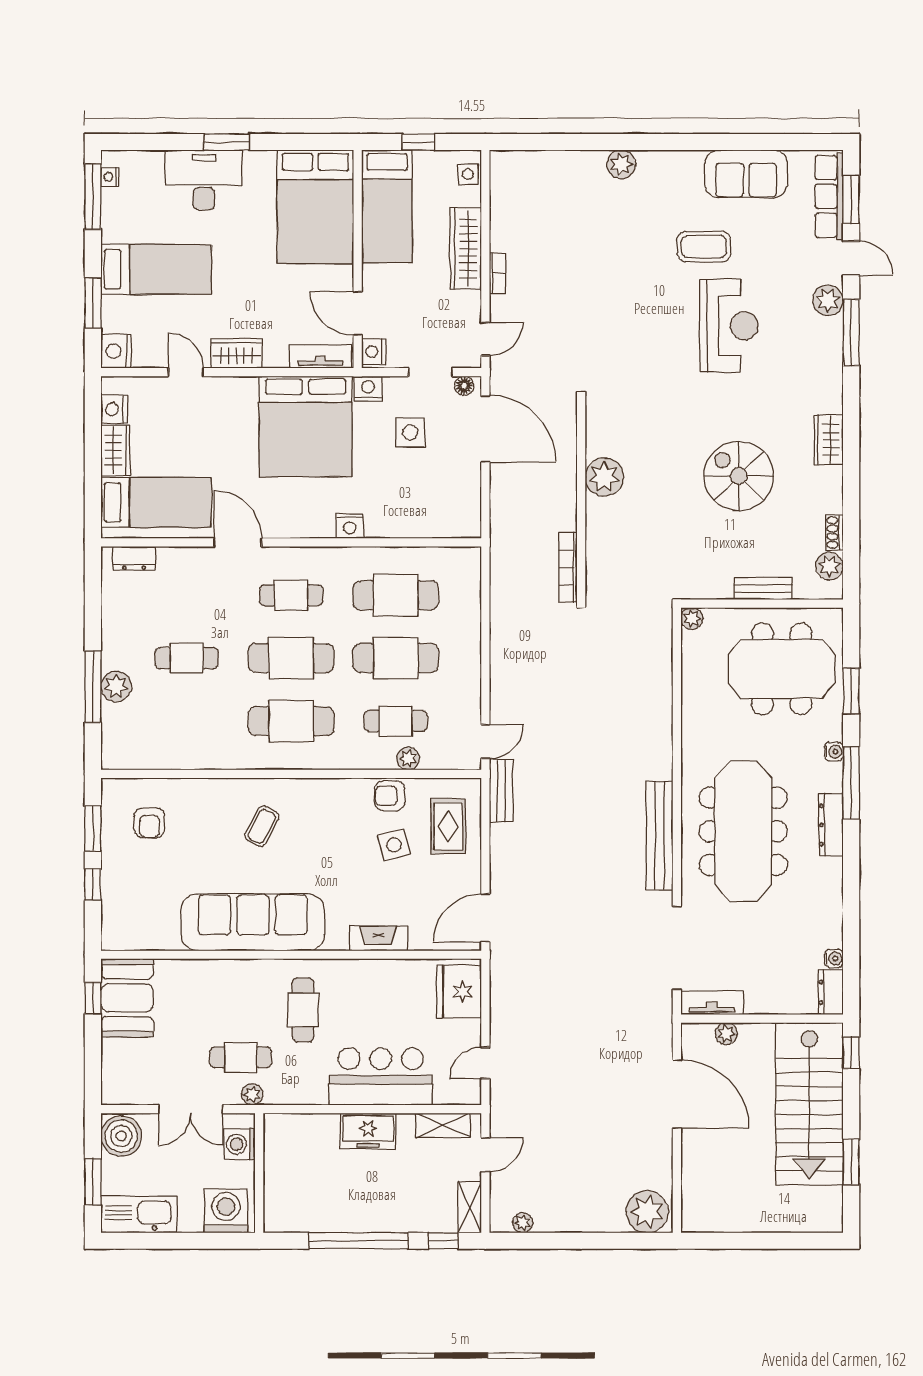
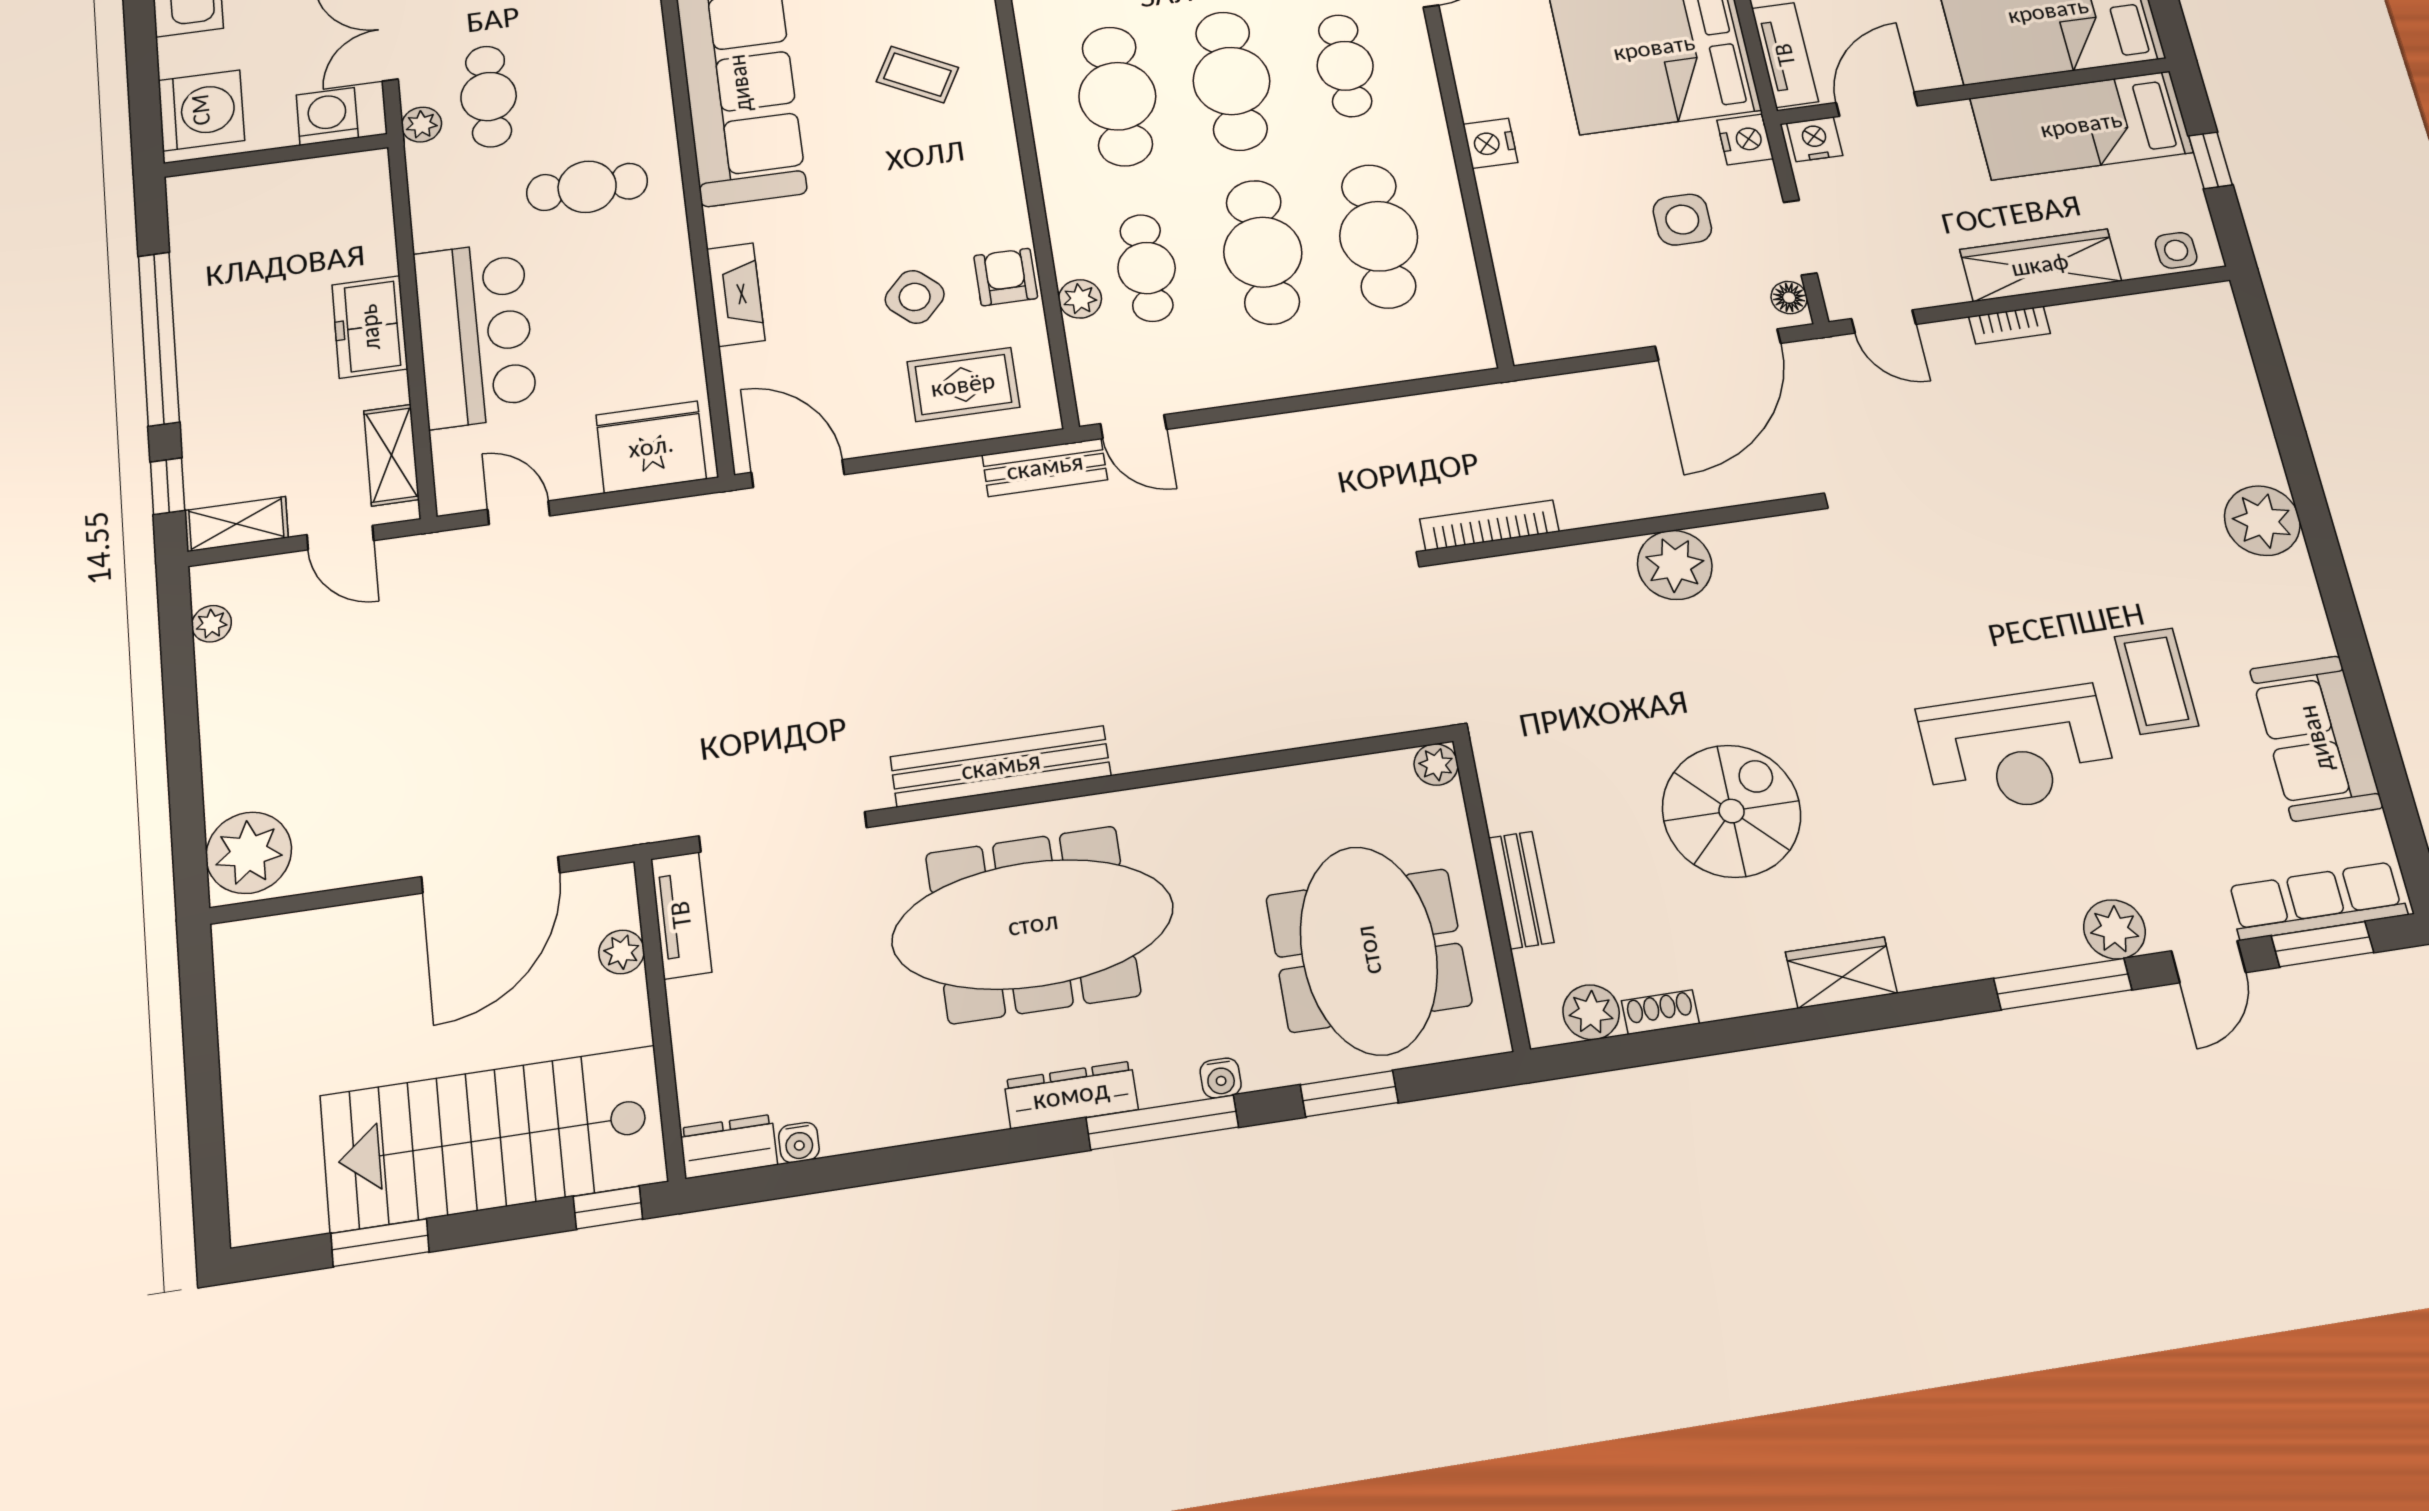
plant: (621, 164) -> (2262, 521), width x1.36, depth x1.36
side table: (394, 845) -> (915, 297), turned -32

